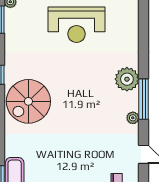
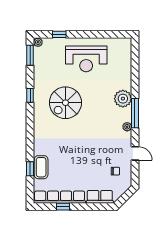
spiral stairs: (28, 101) -> (65, 103), moved

